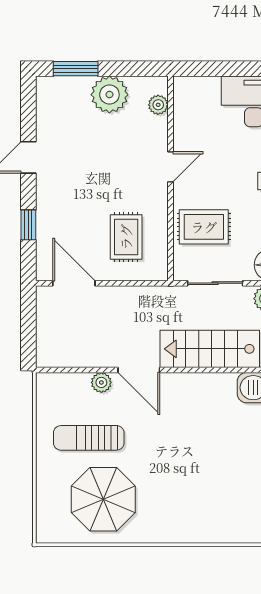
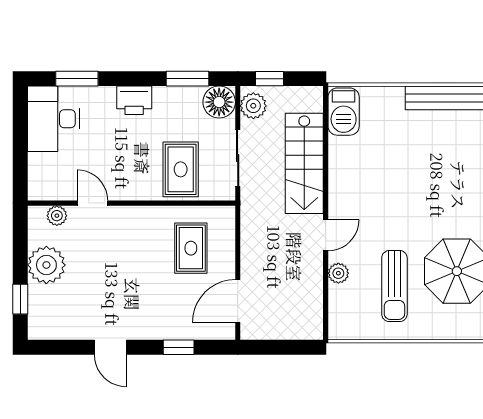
window: (76, 69) -> (20, 299), width x0.67
door: (170, 167) -> (92, 203), moved
rug: (126, 237) -> (191, 248), turned 90
door: (139, 370) -> (326, 235), width x0.73

